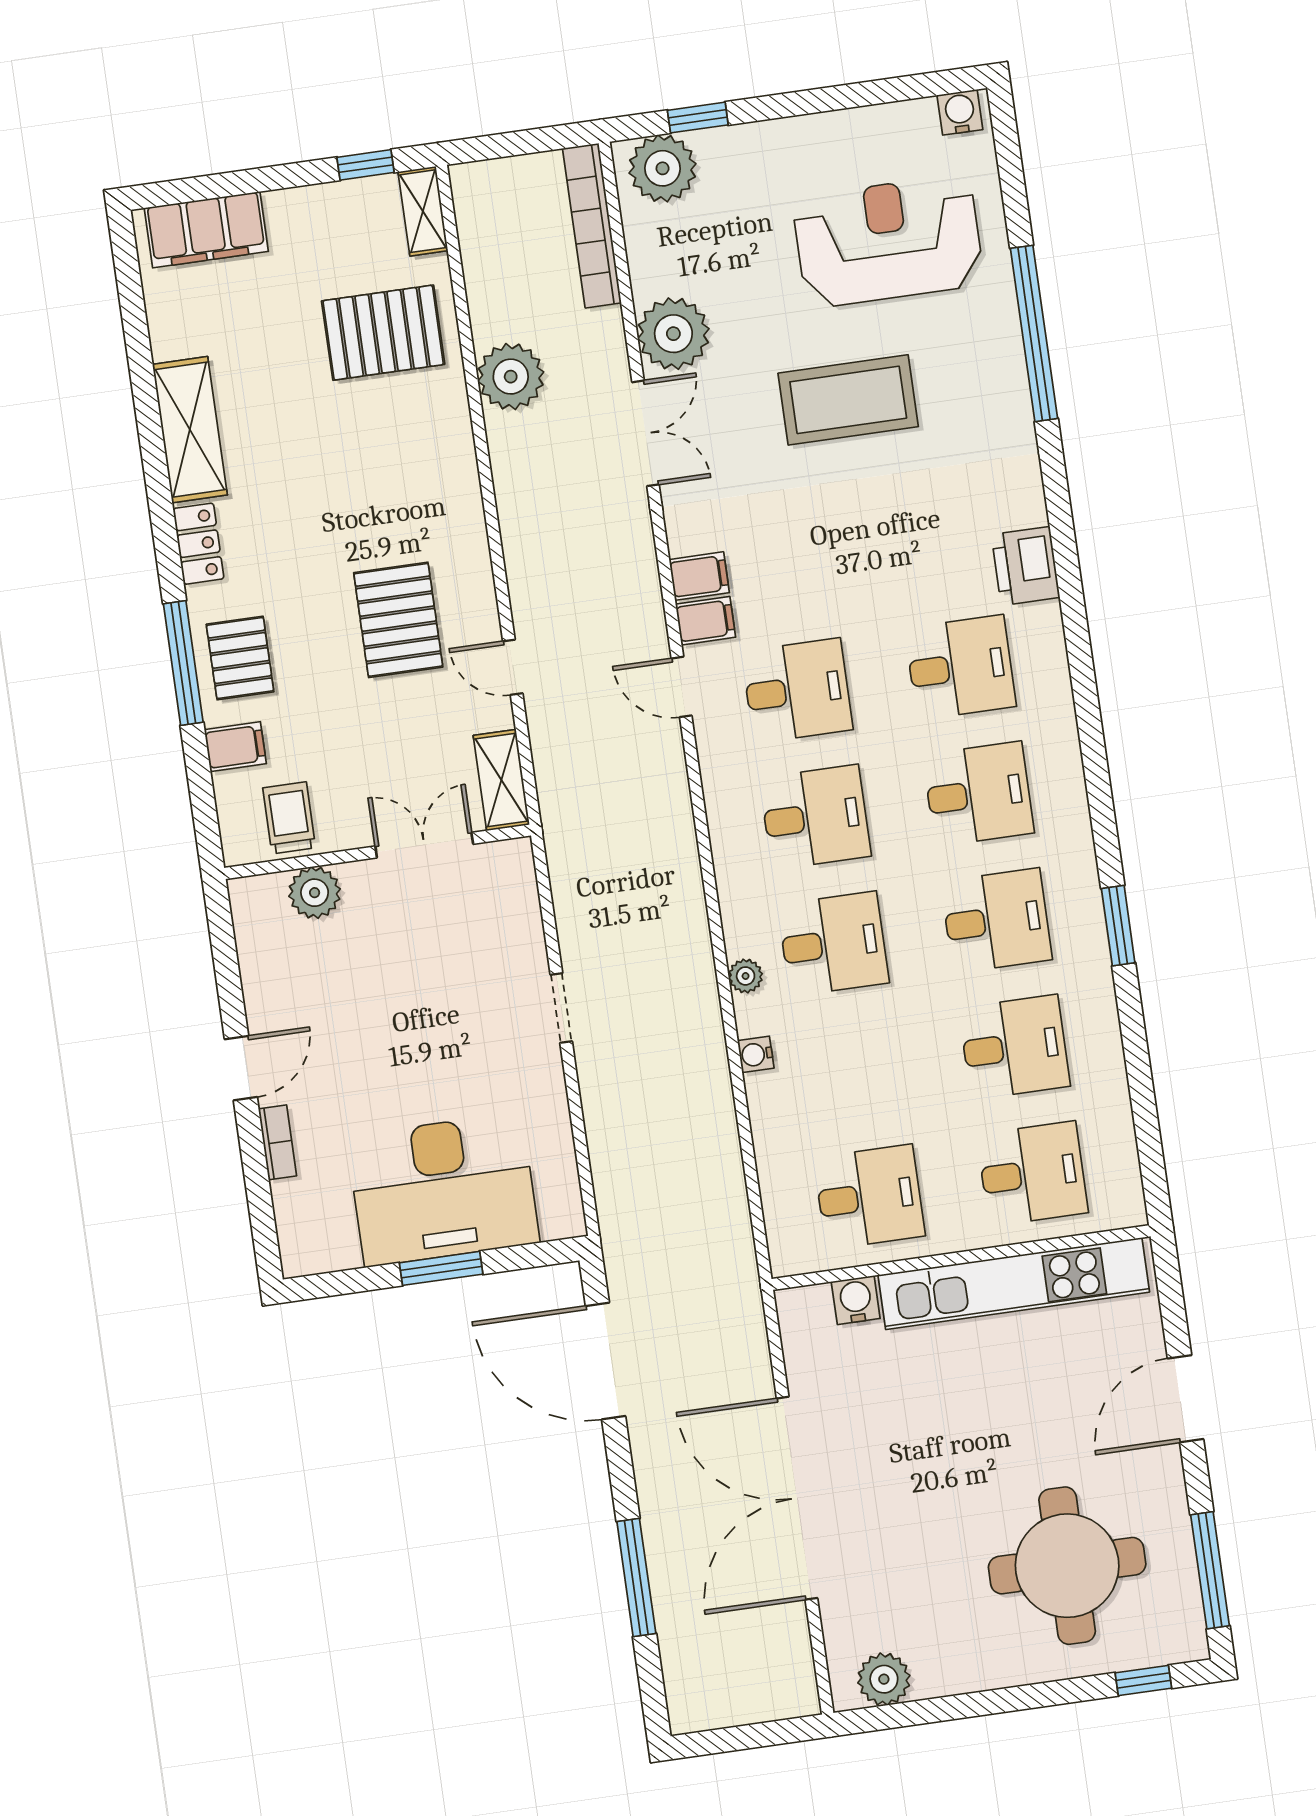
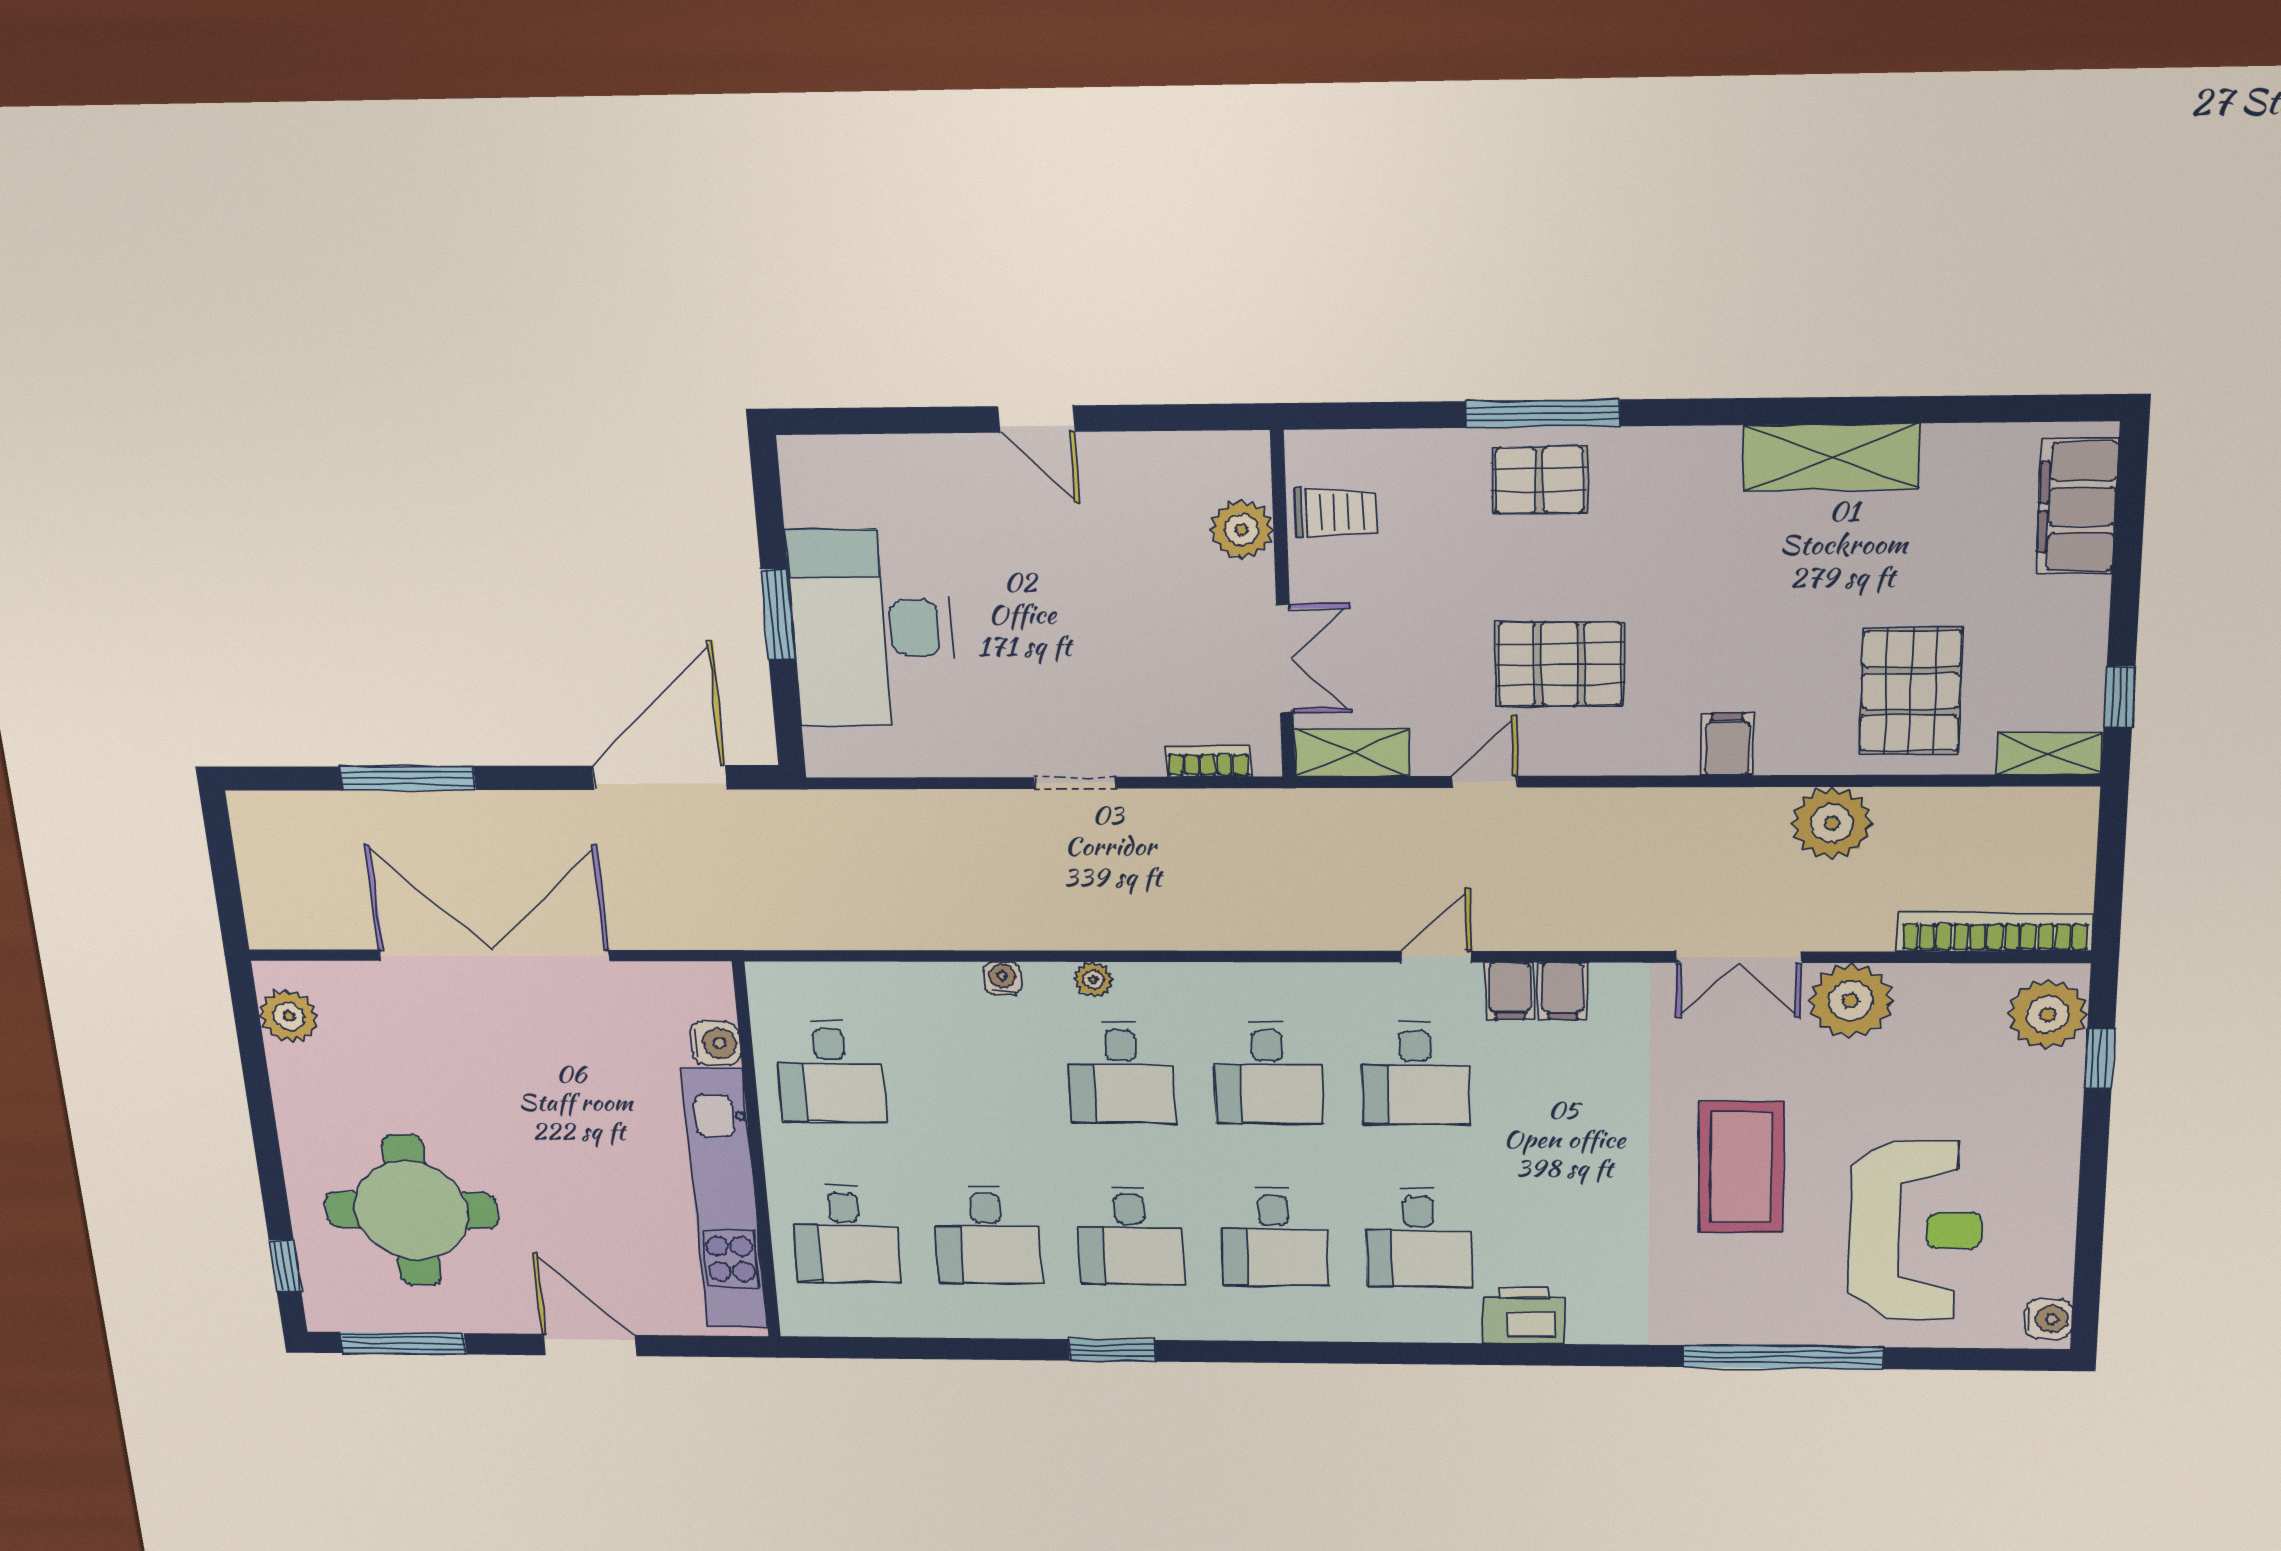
locker: (198, 544) -> (1688, 450), removed
filing cabinet: (235, 747) -> (1727, 744), moved, turned 180
bookcase: (277, 1142) -> (1208, 761), moved, turned 180

